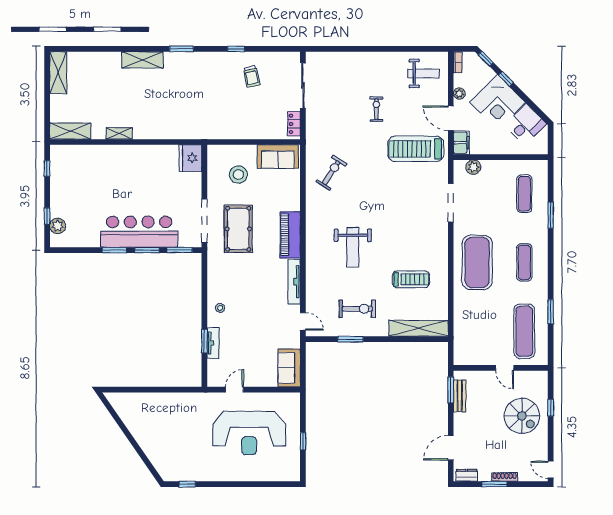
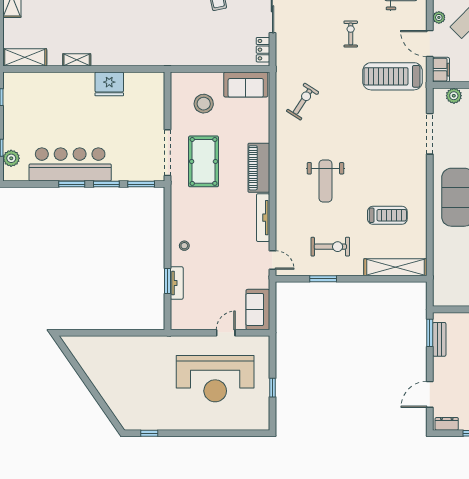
fridge: (190, 158) -> (109, 84), moved, turned -90
bar counter: (139, 232) -> (70, 164), moved
door: (234, 390) -> (226, 333), moved

